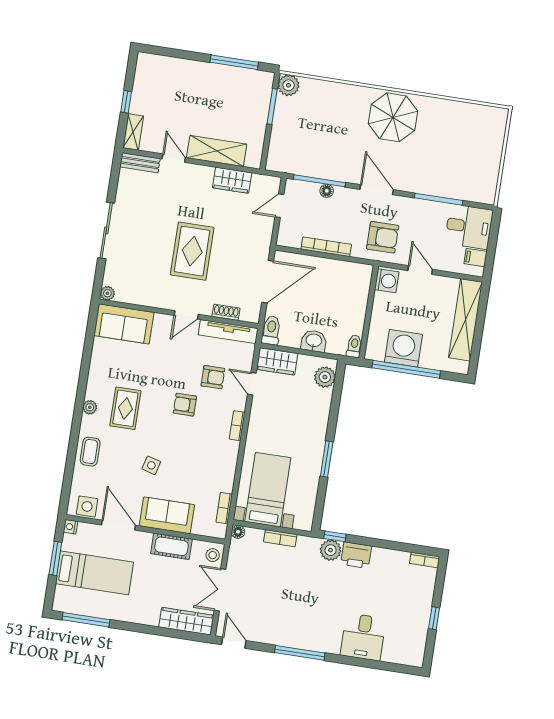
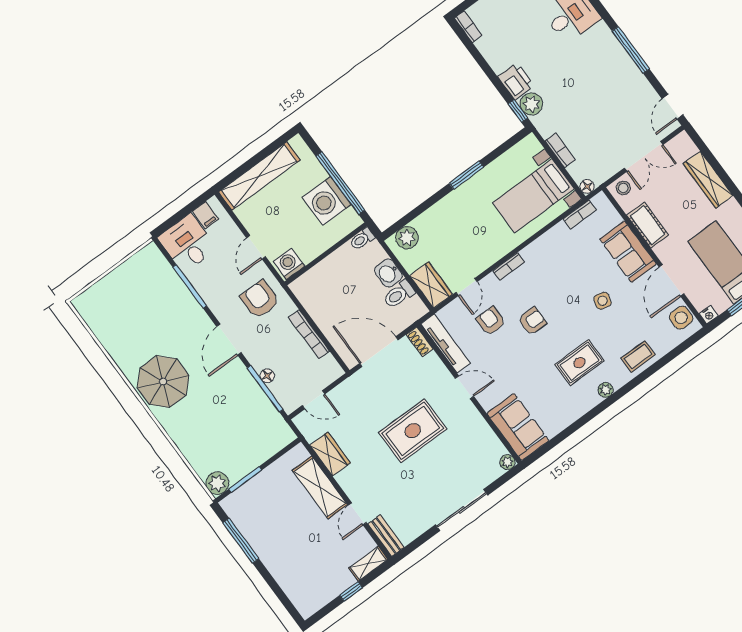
shoe rack: (226, 312) -> (420, 342), moved
toilet: (271, 330) -> (399, 294), moved
armchair: (185, 405) -> (532, 321), turned -90
wardrobe: (186, 621) -> (708, 180), moved

